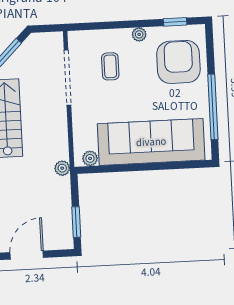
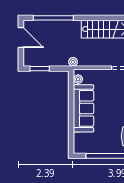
sofa: (151, 142) -> (84, 108), width x0.74, depth x0.79

